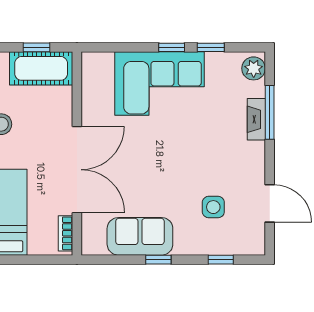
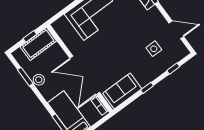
double door: (77, 170) -> (85, 75), swing flipped
sofa: (140, 236) -> (122, 91), moved

